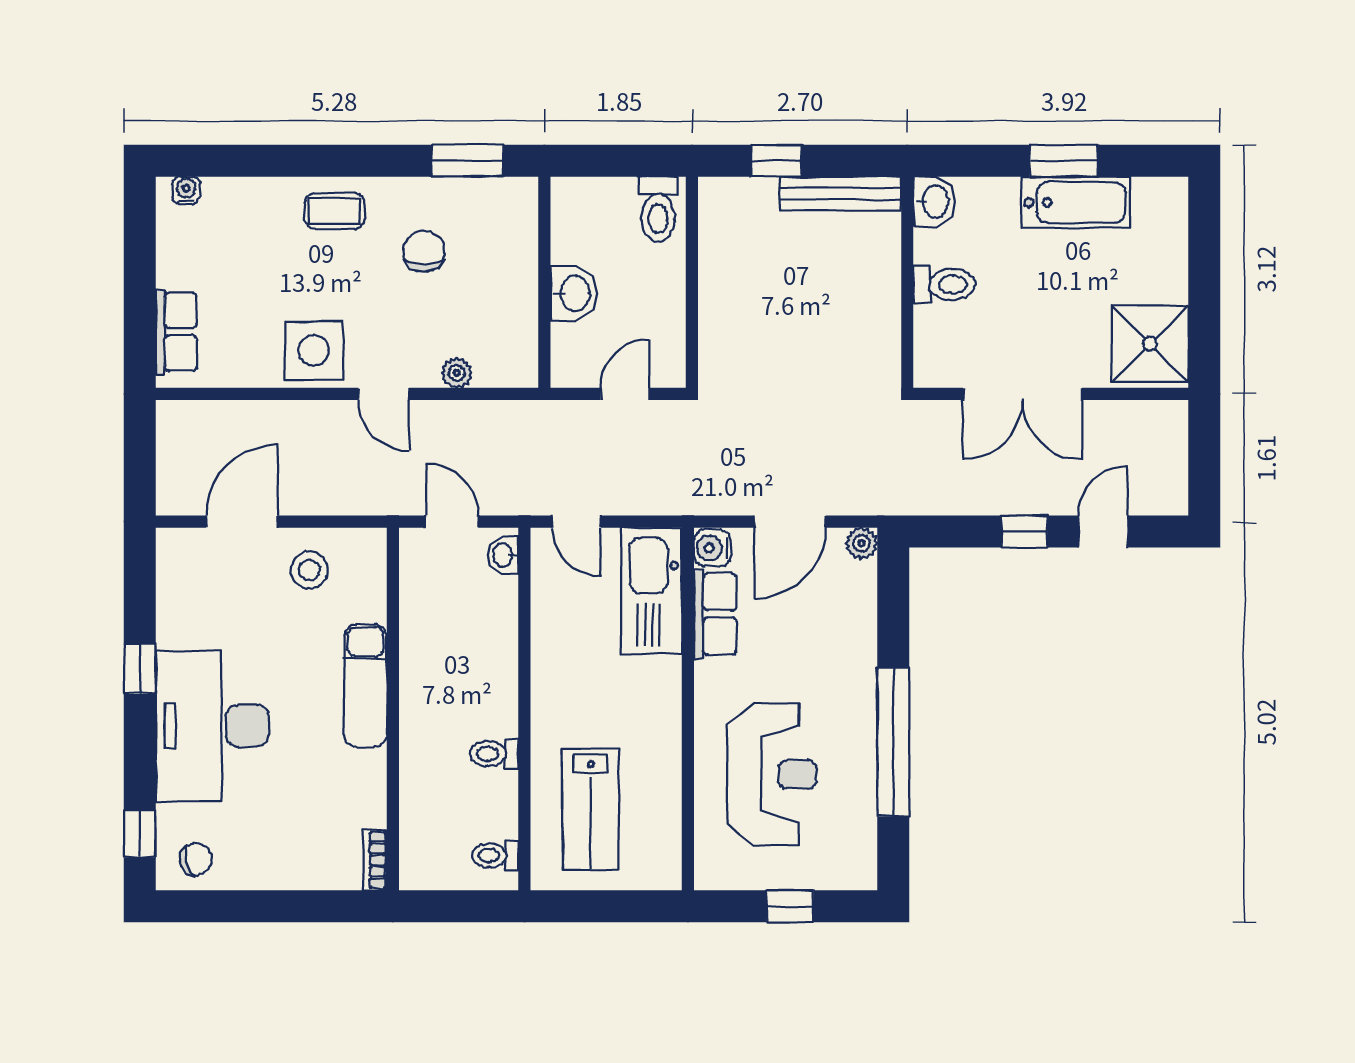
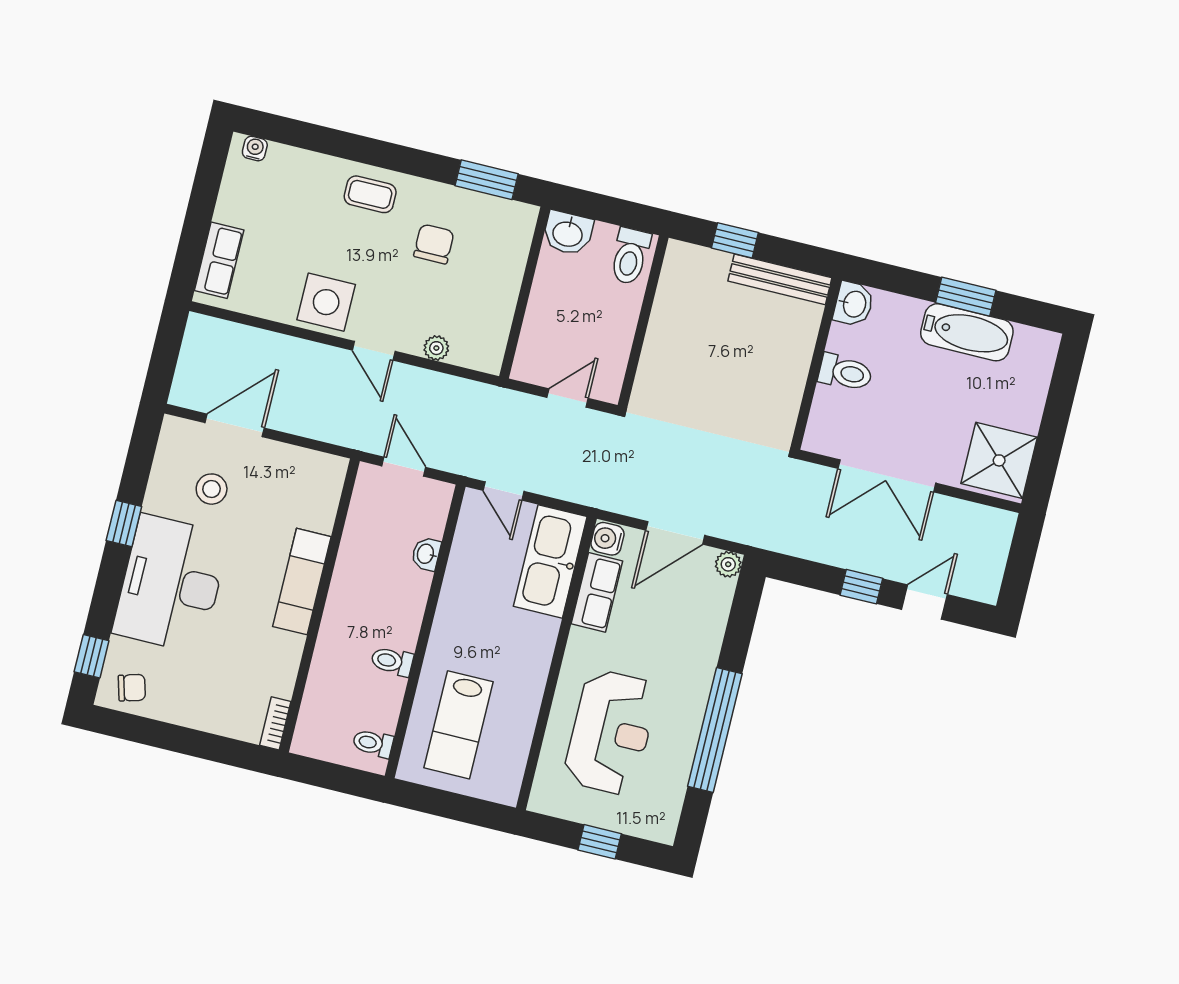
washbasin: (574, 293) -> (568, 233), moved, turned 90
washbasin: (503, 555) -> (426, 554), moved
stool: (309, 570) -> (212, 489), moved

